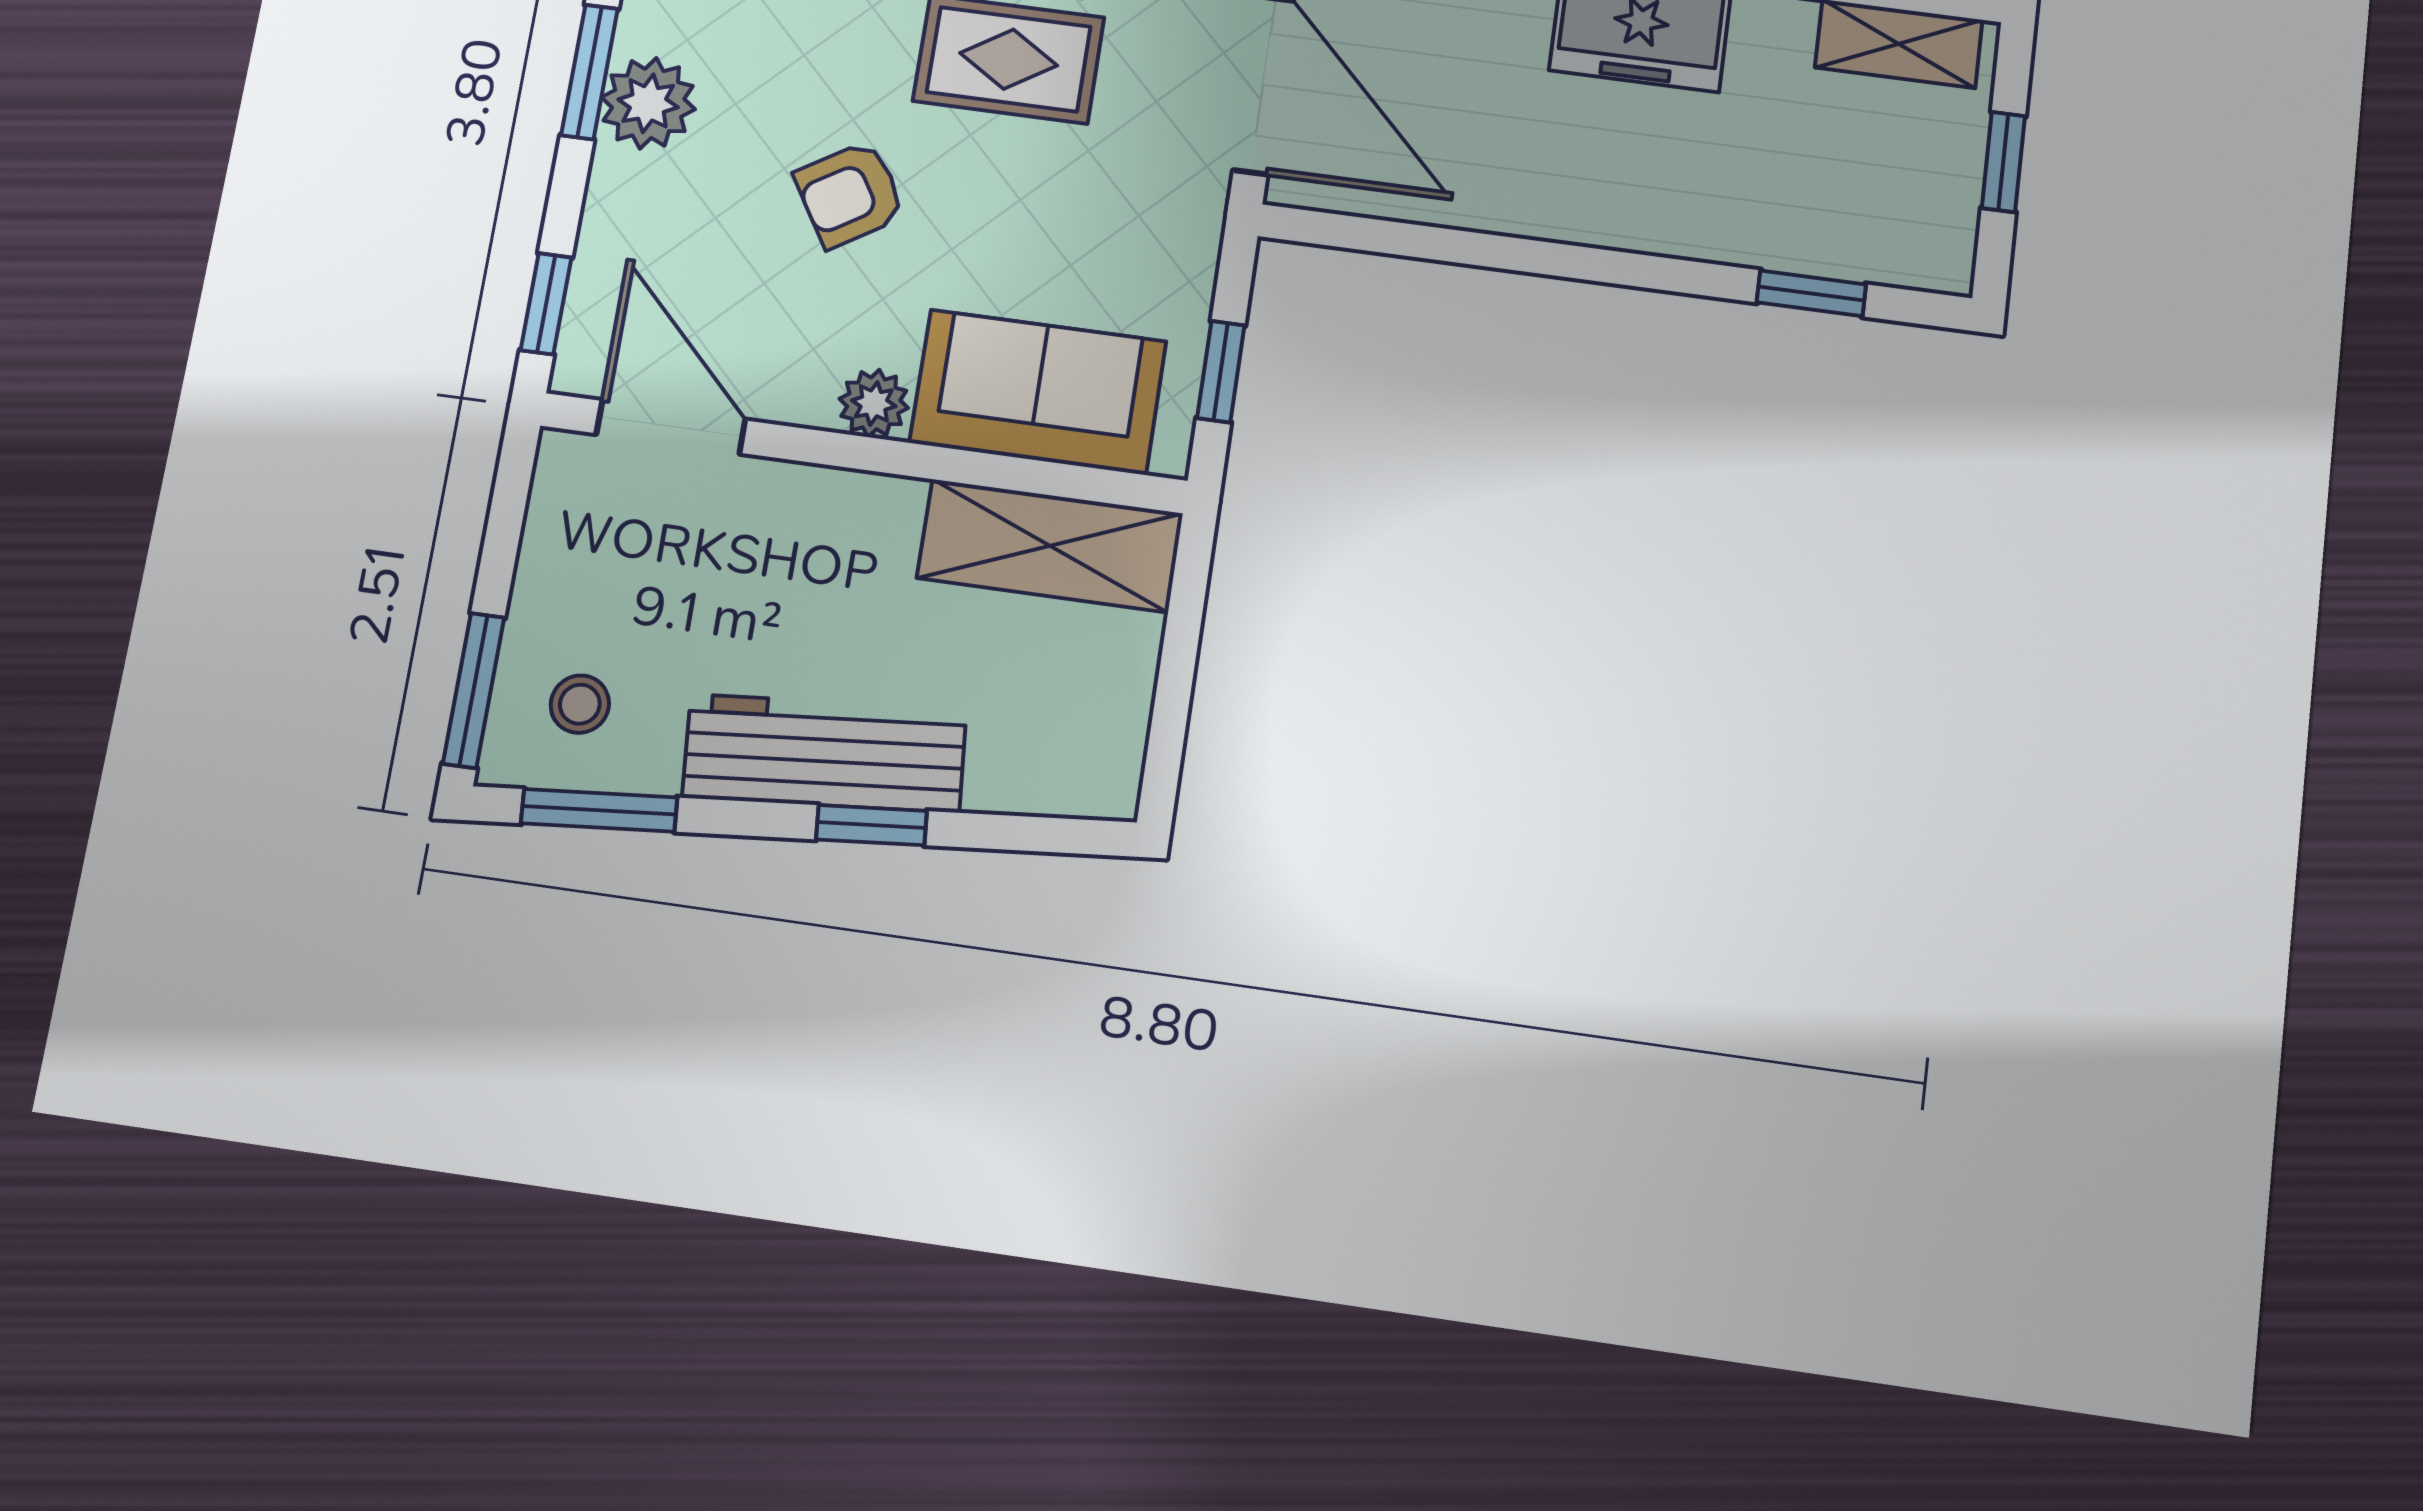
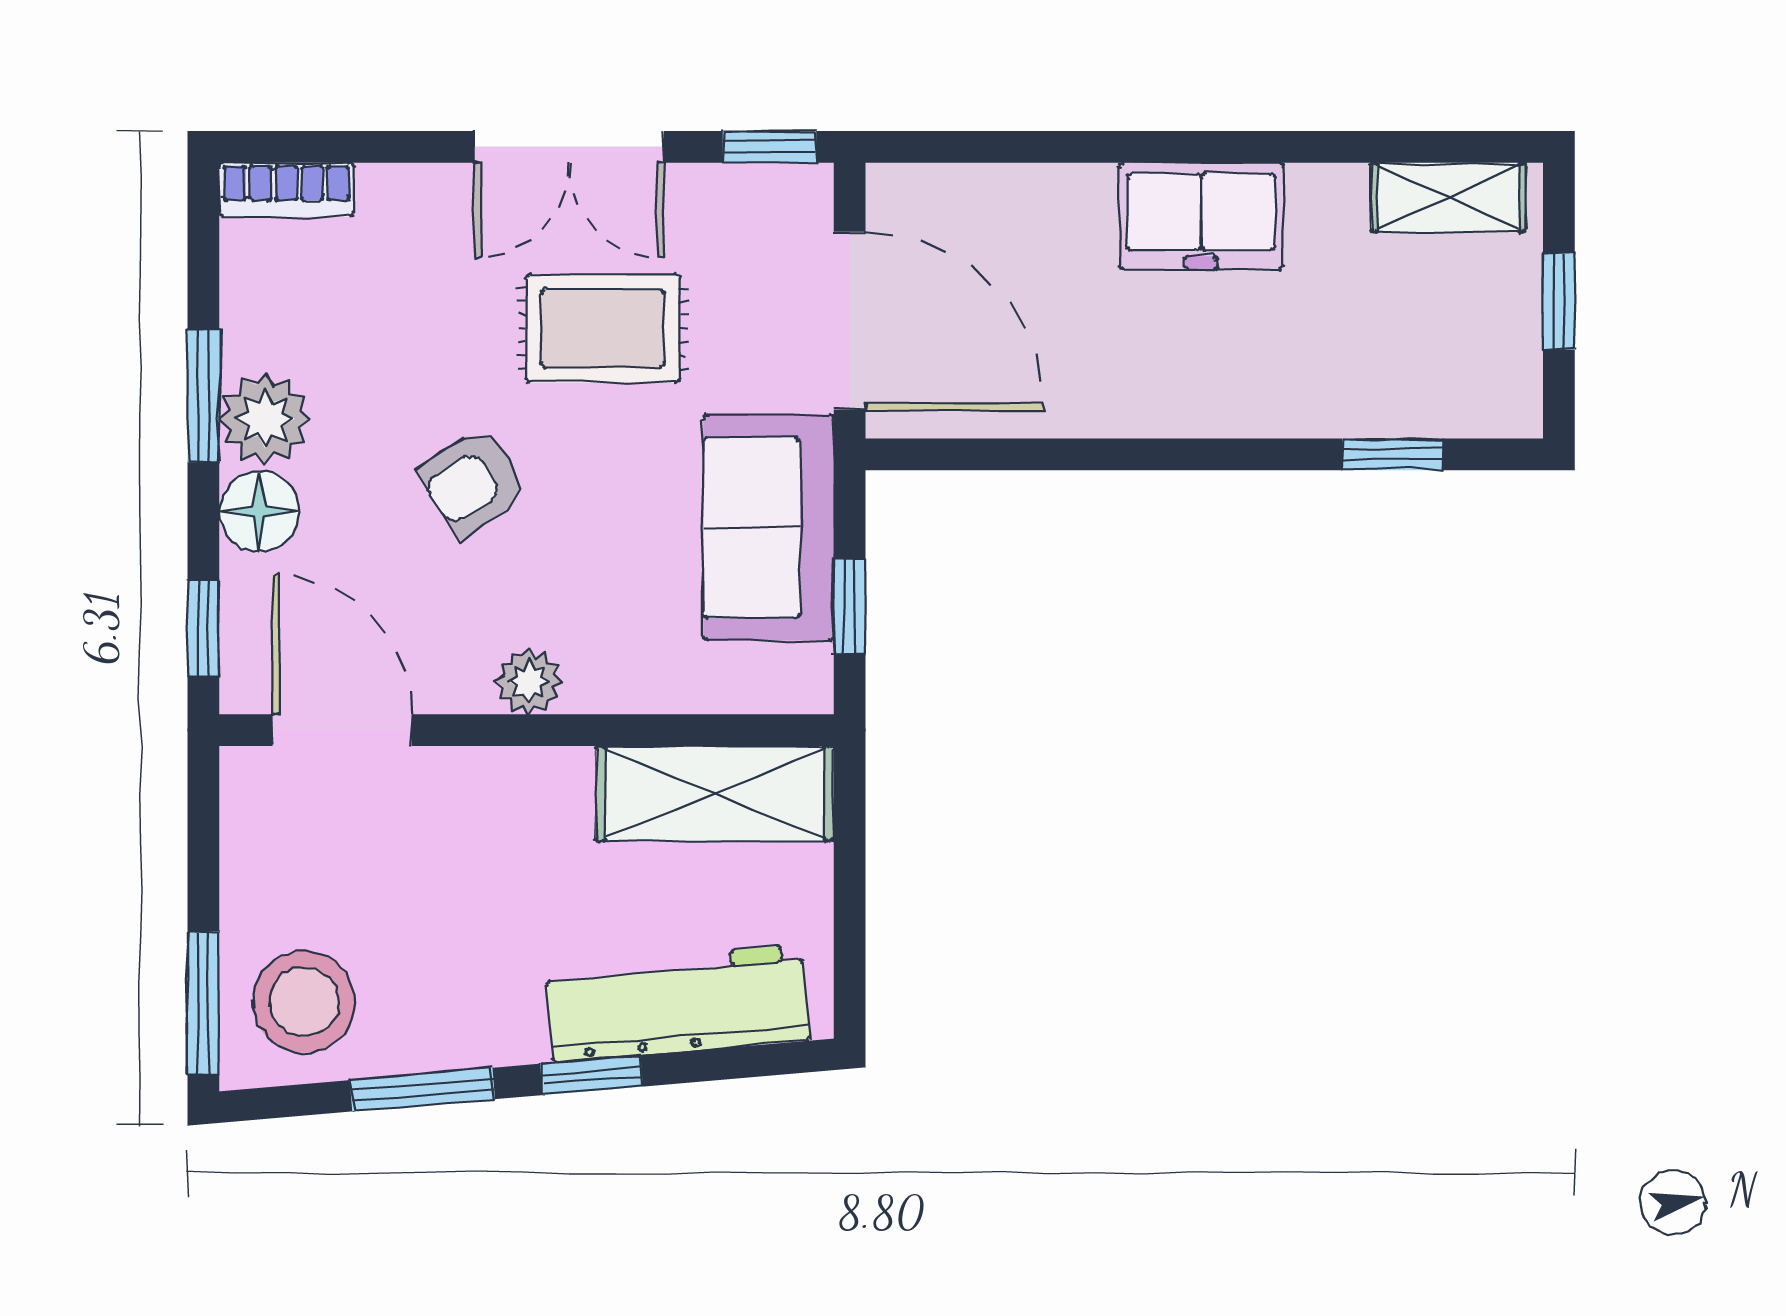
floor lamp: (625, 194) -> (259, 512), added
sofa: (1038, 392) -> (769, 528), moved, turned -90
stool: (580, 704) -> (304, 1002), width x1.89, depth x1.89
workbench: (824, 753) -> (678, 1003), moved
window: (599, 810) -> (422, 1090), moved

